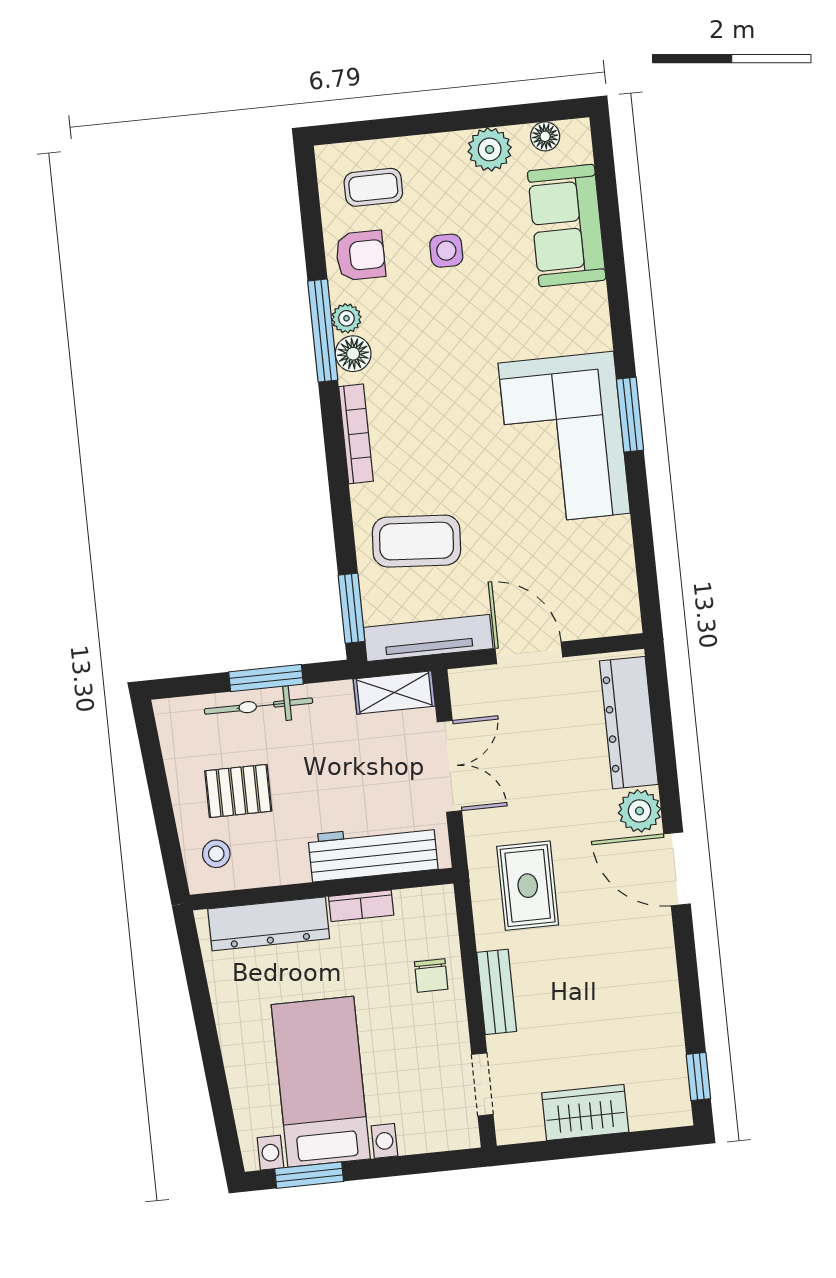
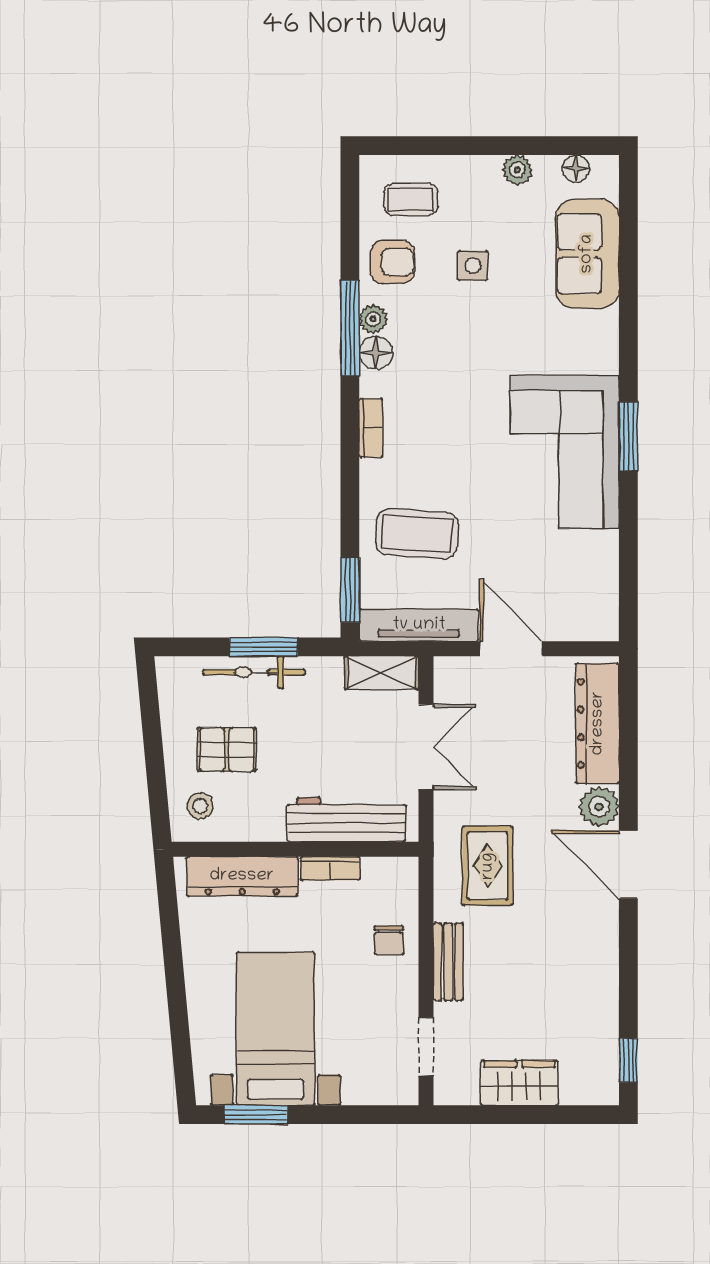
plant: (490, 149) -> (517, 170), width x0.73, depth x0.73
bookcase: (356, 434) -> (371, 428), width x0.64

